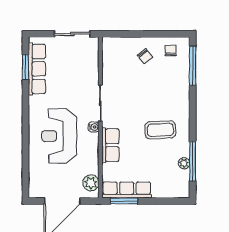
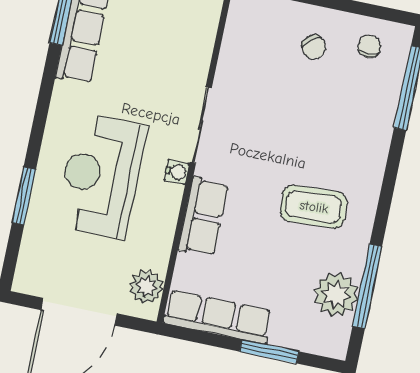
window: (26, 153) -> (24, 196), added
plant: (184, 163) -> (336, 295), width x1.88, depth x1.88
window: (124, 201) -> (269, 351), moved

